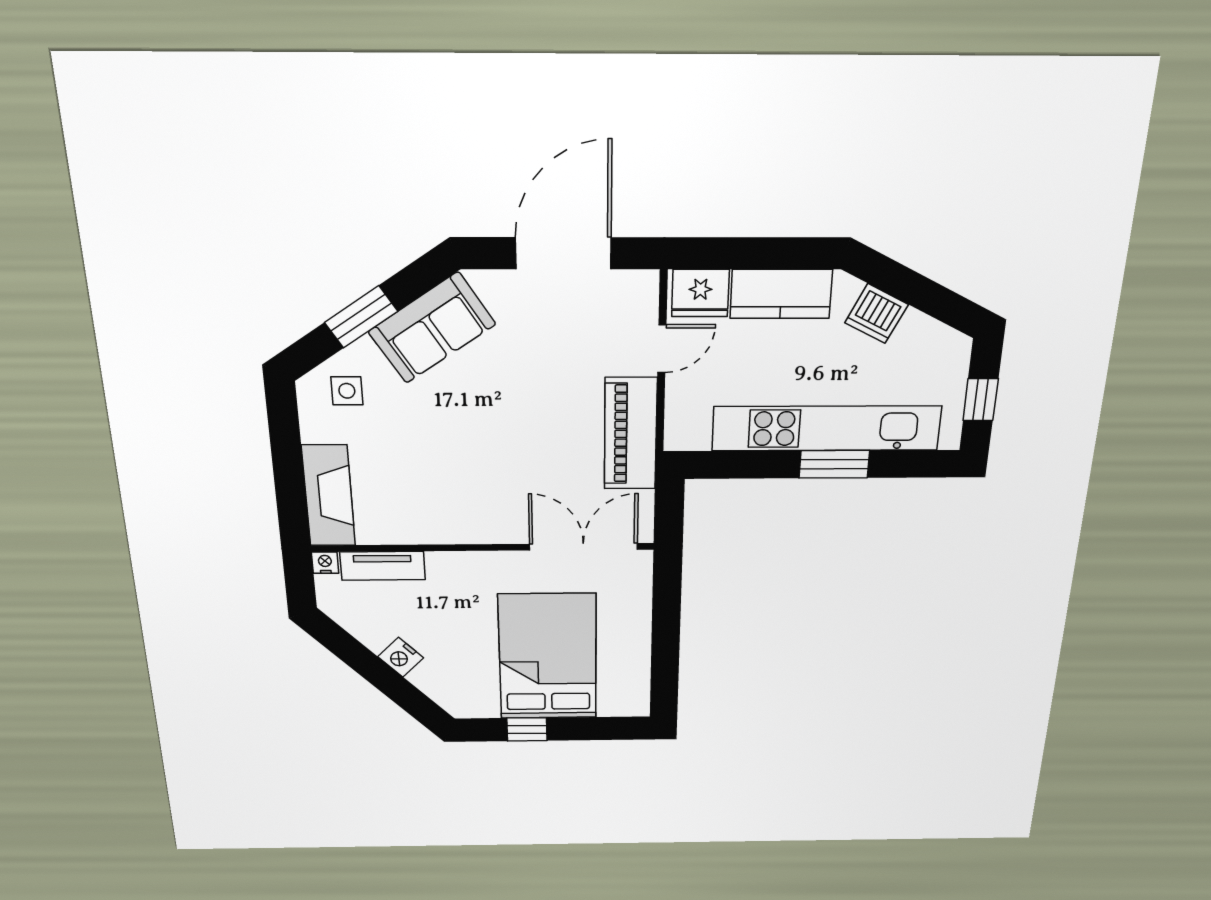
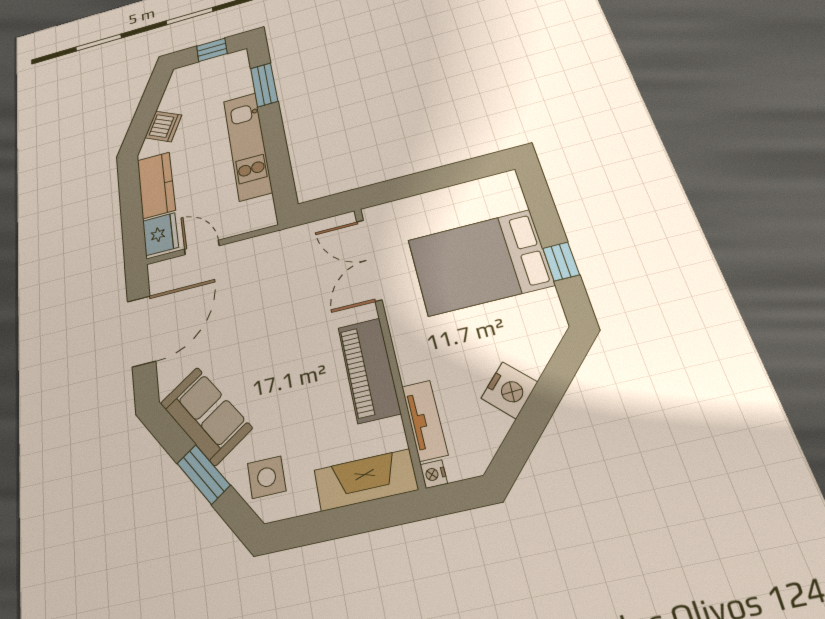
door: (563, 253) -> (141, 331), swing flipped
side table: (347, 391) -> (267, 477), width x1.37, depth x1.37
kitchen unit: (826, 428) -> (247, 146), width x0.73
piano: (630, 434) -> (369, 370), moved, turned 90
window: (834, 464) -> (264, 85), moved
nightstand: (401, 657) -> (509, 390), width x1.36, depth x1.33

